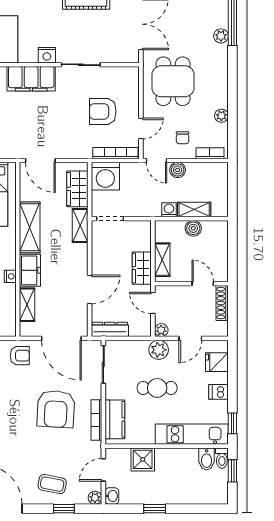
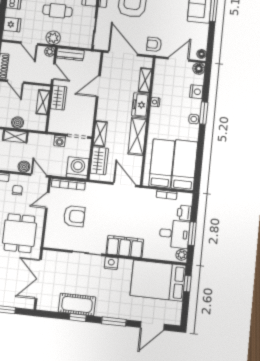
washing machine: (169, 210) -> (60, 141), moved
dresser: (110, 329) -> (70, 54), moved
door: (190, 338) -> (29, 43), swing flipped

